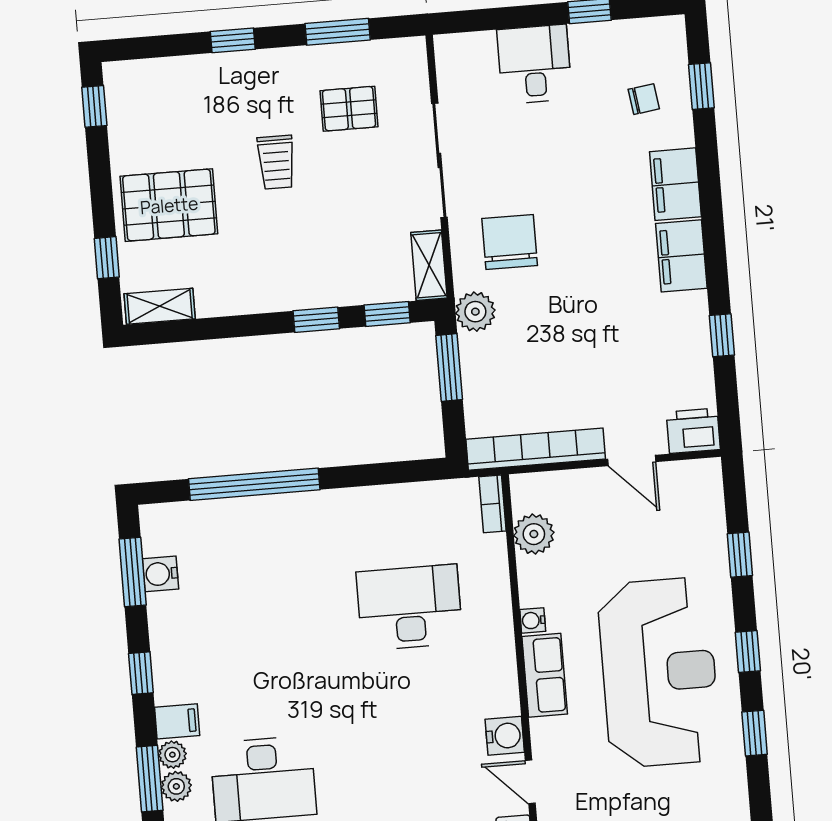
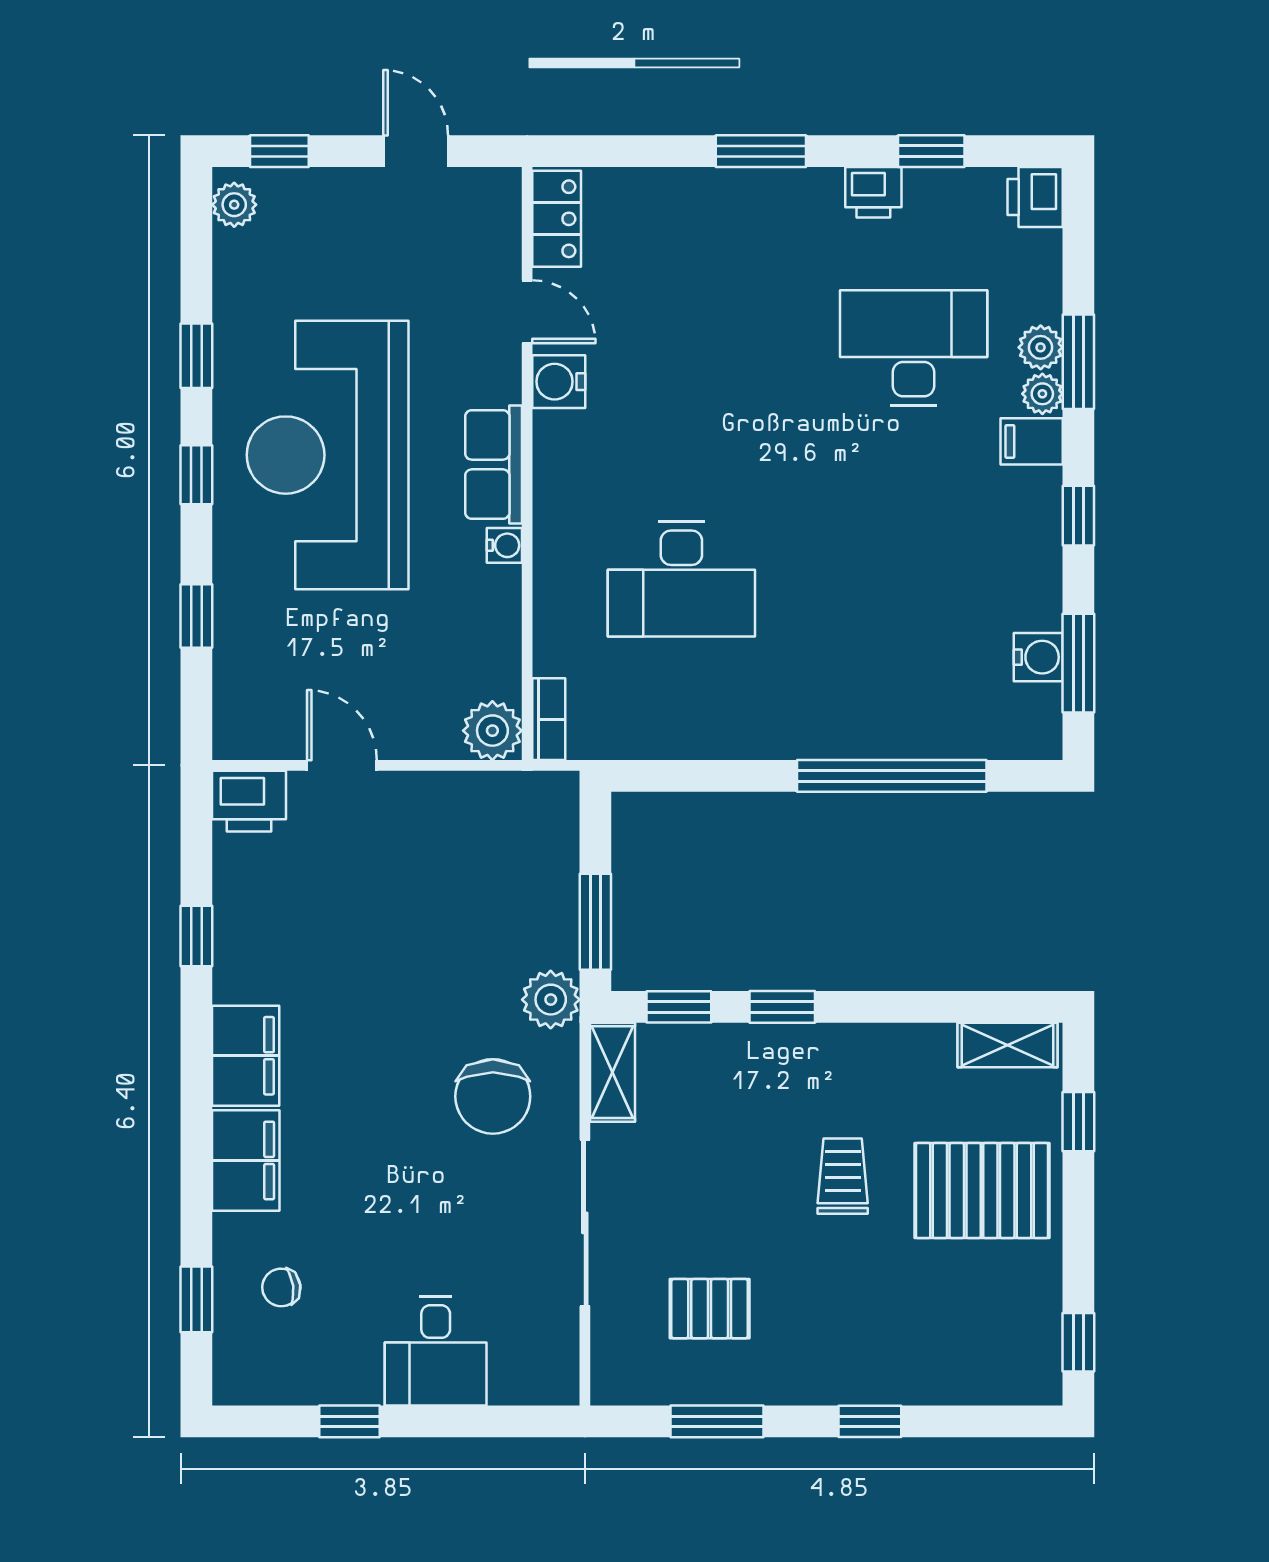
trolley: (276, 162) -> (843, 1176), moved
bookcase: (536, 449) -> (480, 793), removed
plant: (534, 534) -> (492, 731), moved

